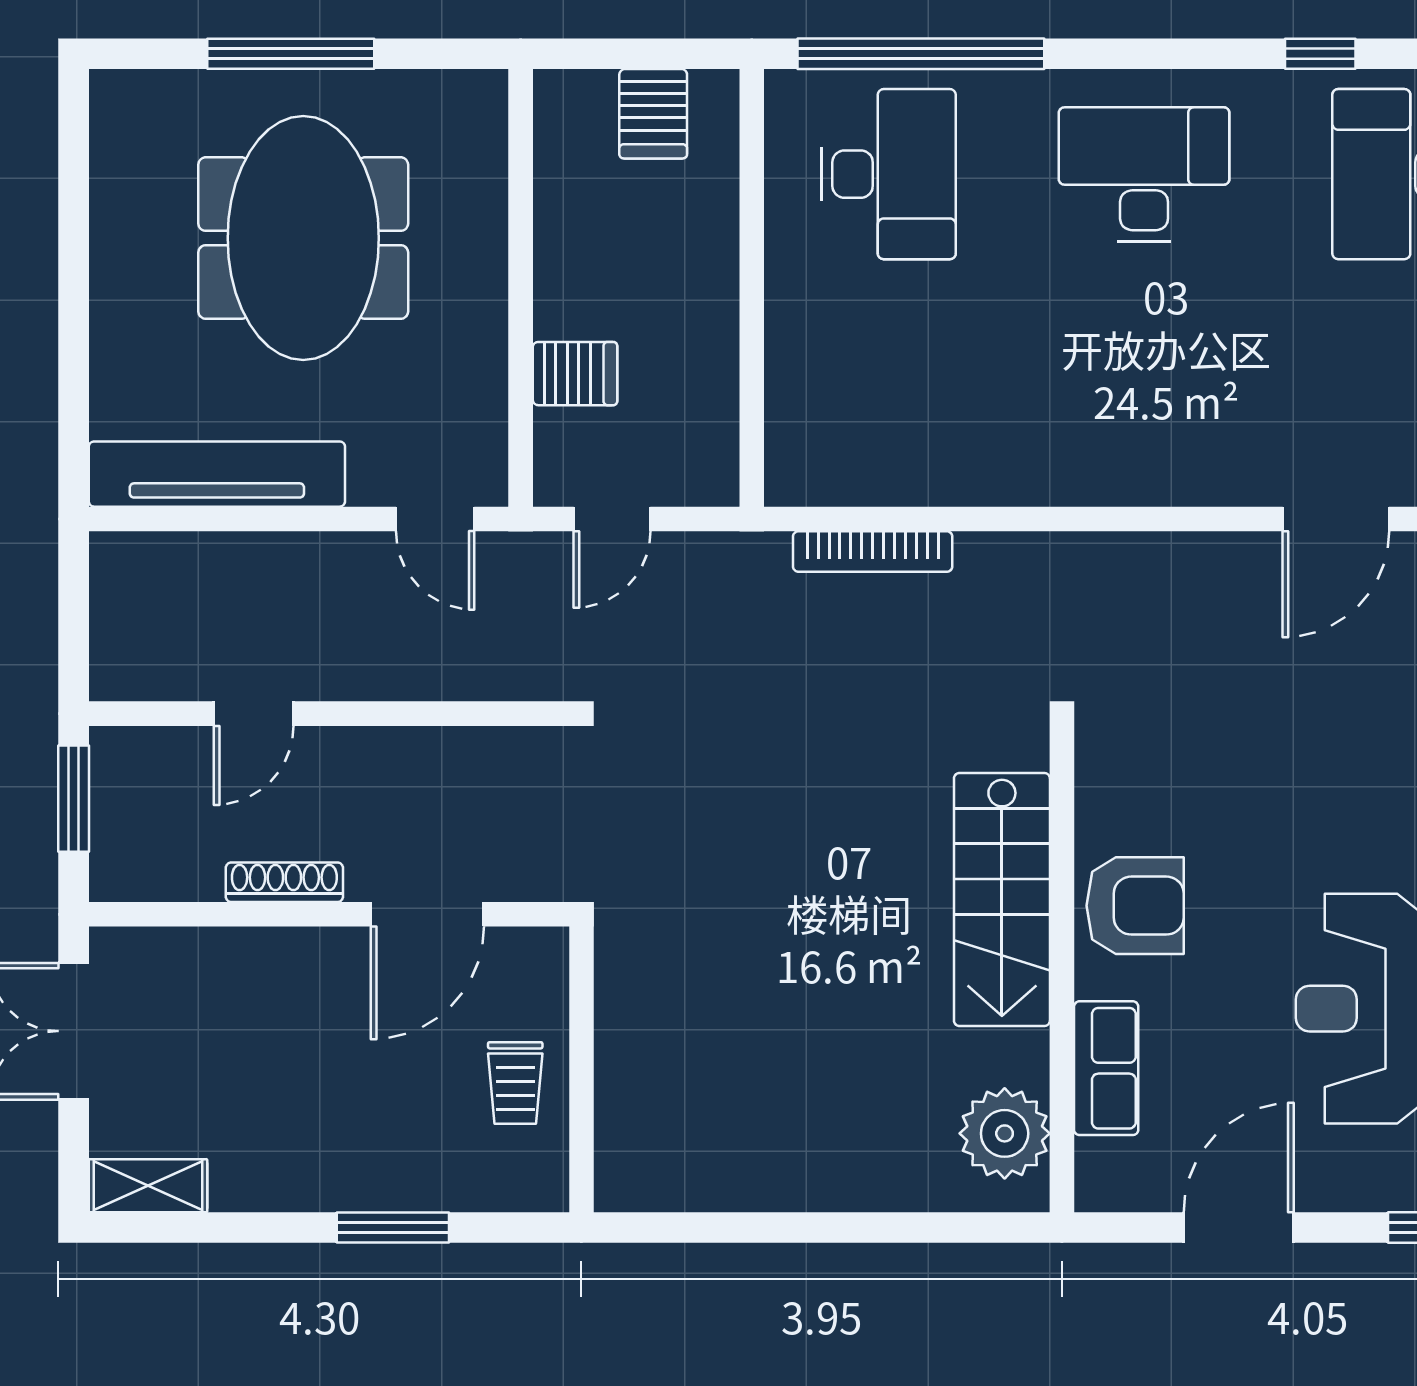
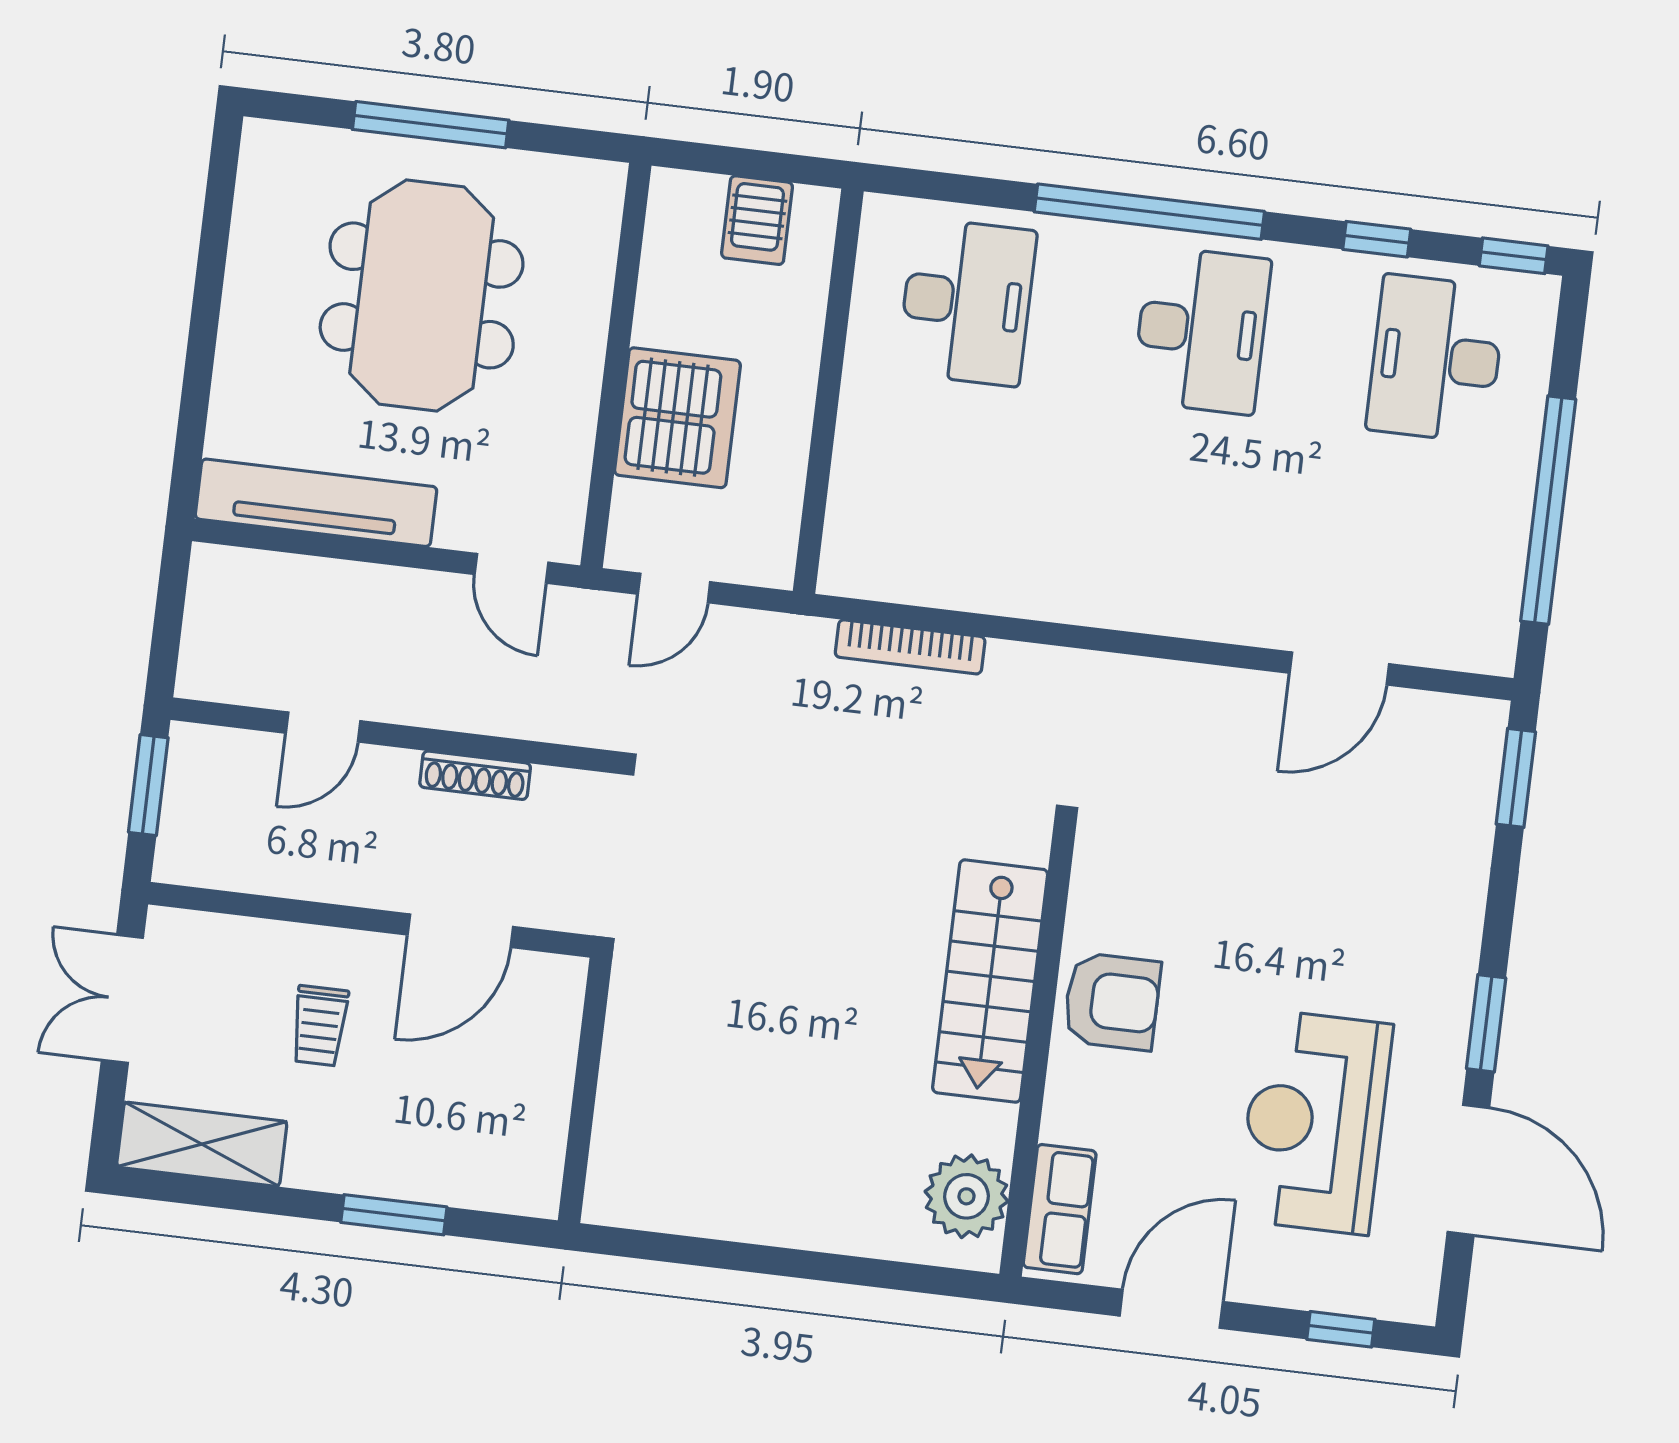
window: (921, 54) -> (1149, 212), moved
desk: (1144, 174) -> (1201, 330), turned 90
server rack: (575, 374) -> (677, 418), width x2.18, depth x1.44
shoe rack: (284, 882) -> (475, 775), moved, turned 180
row of seats: (1106, 1068) -> (1060, 1209), moved
trolley: (515, 1083) -> (320, 1026), moved
shelving: (148, 1186) -> (202, 1144), width x1.50, depth x1.33

